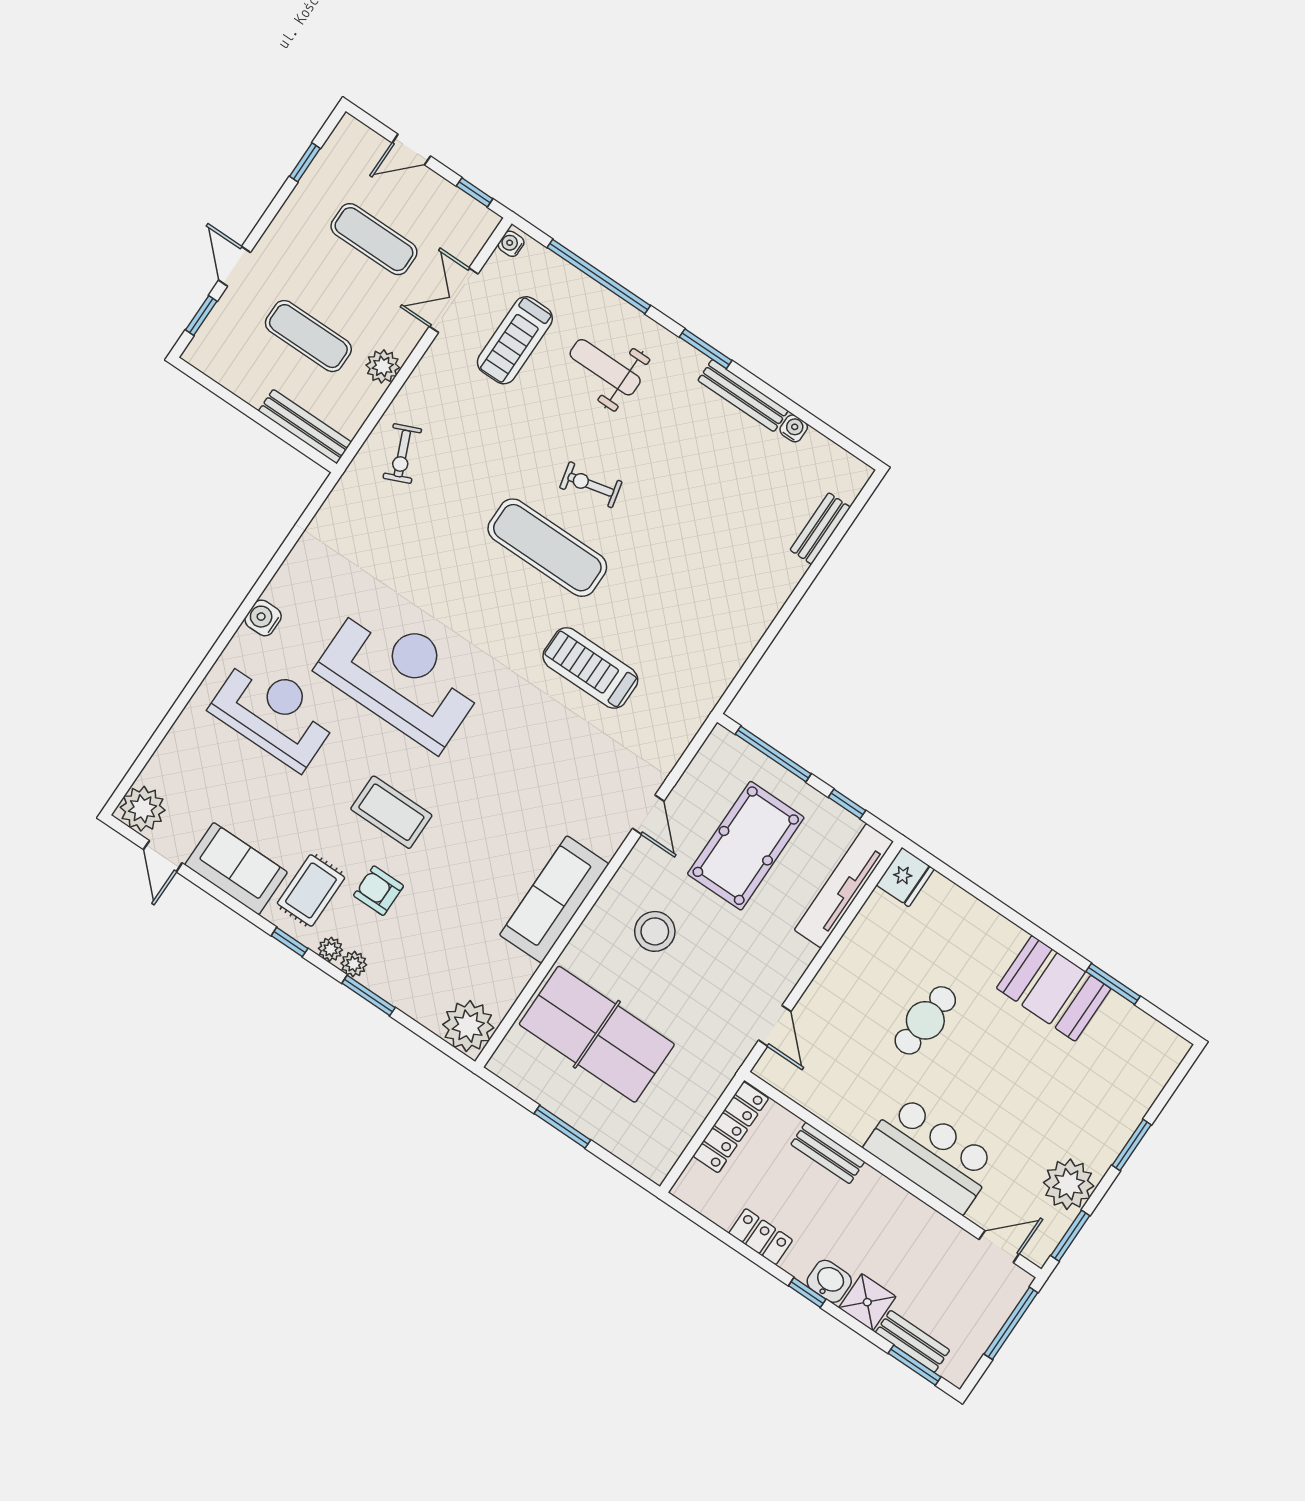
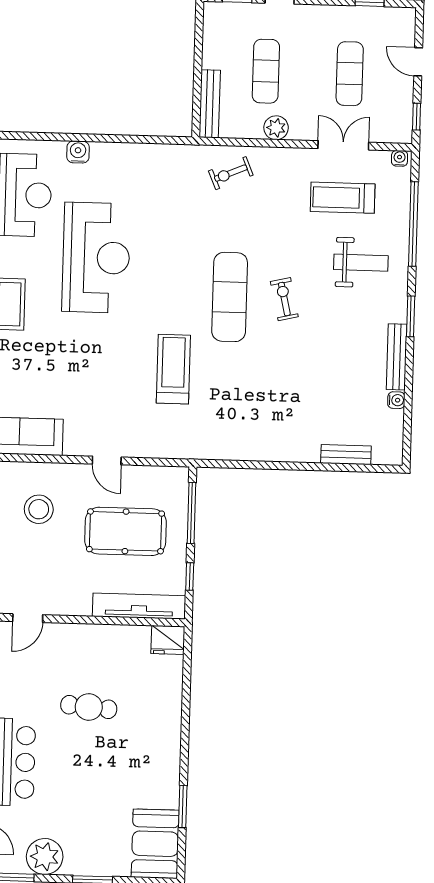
weight bench: (605, 367) -> (361, 263), turned 90
door: (648, 815) -> (107, 460), hinge flipped
booth: (1054, 988) -> (155, 844), moved

